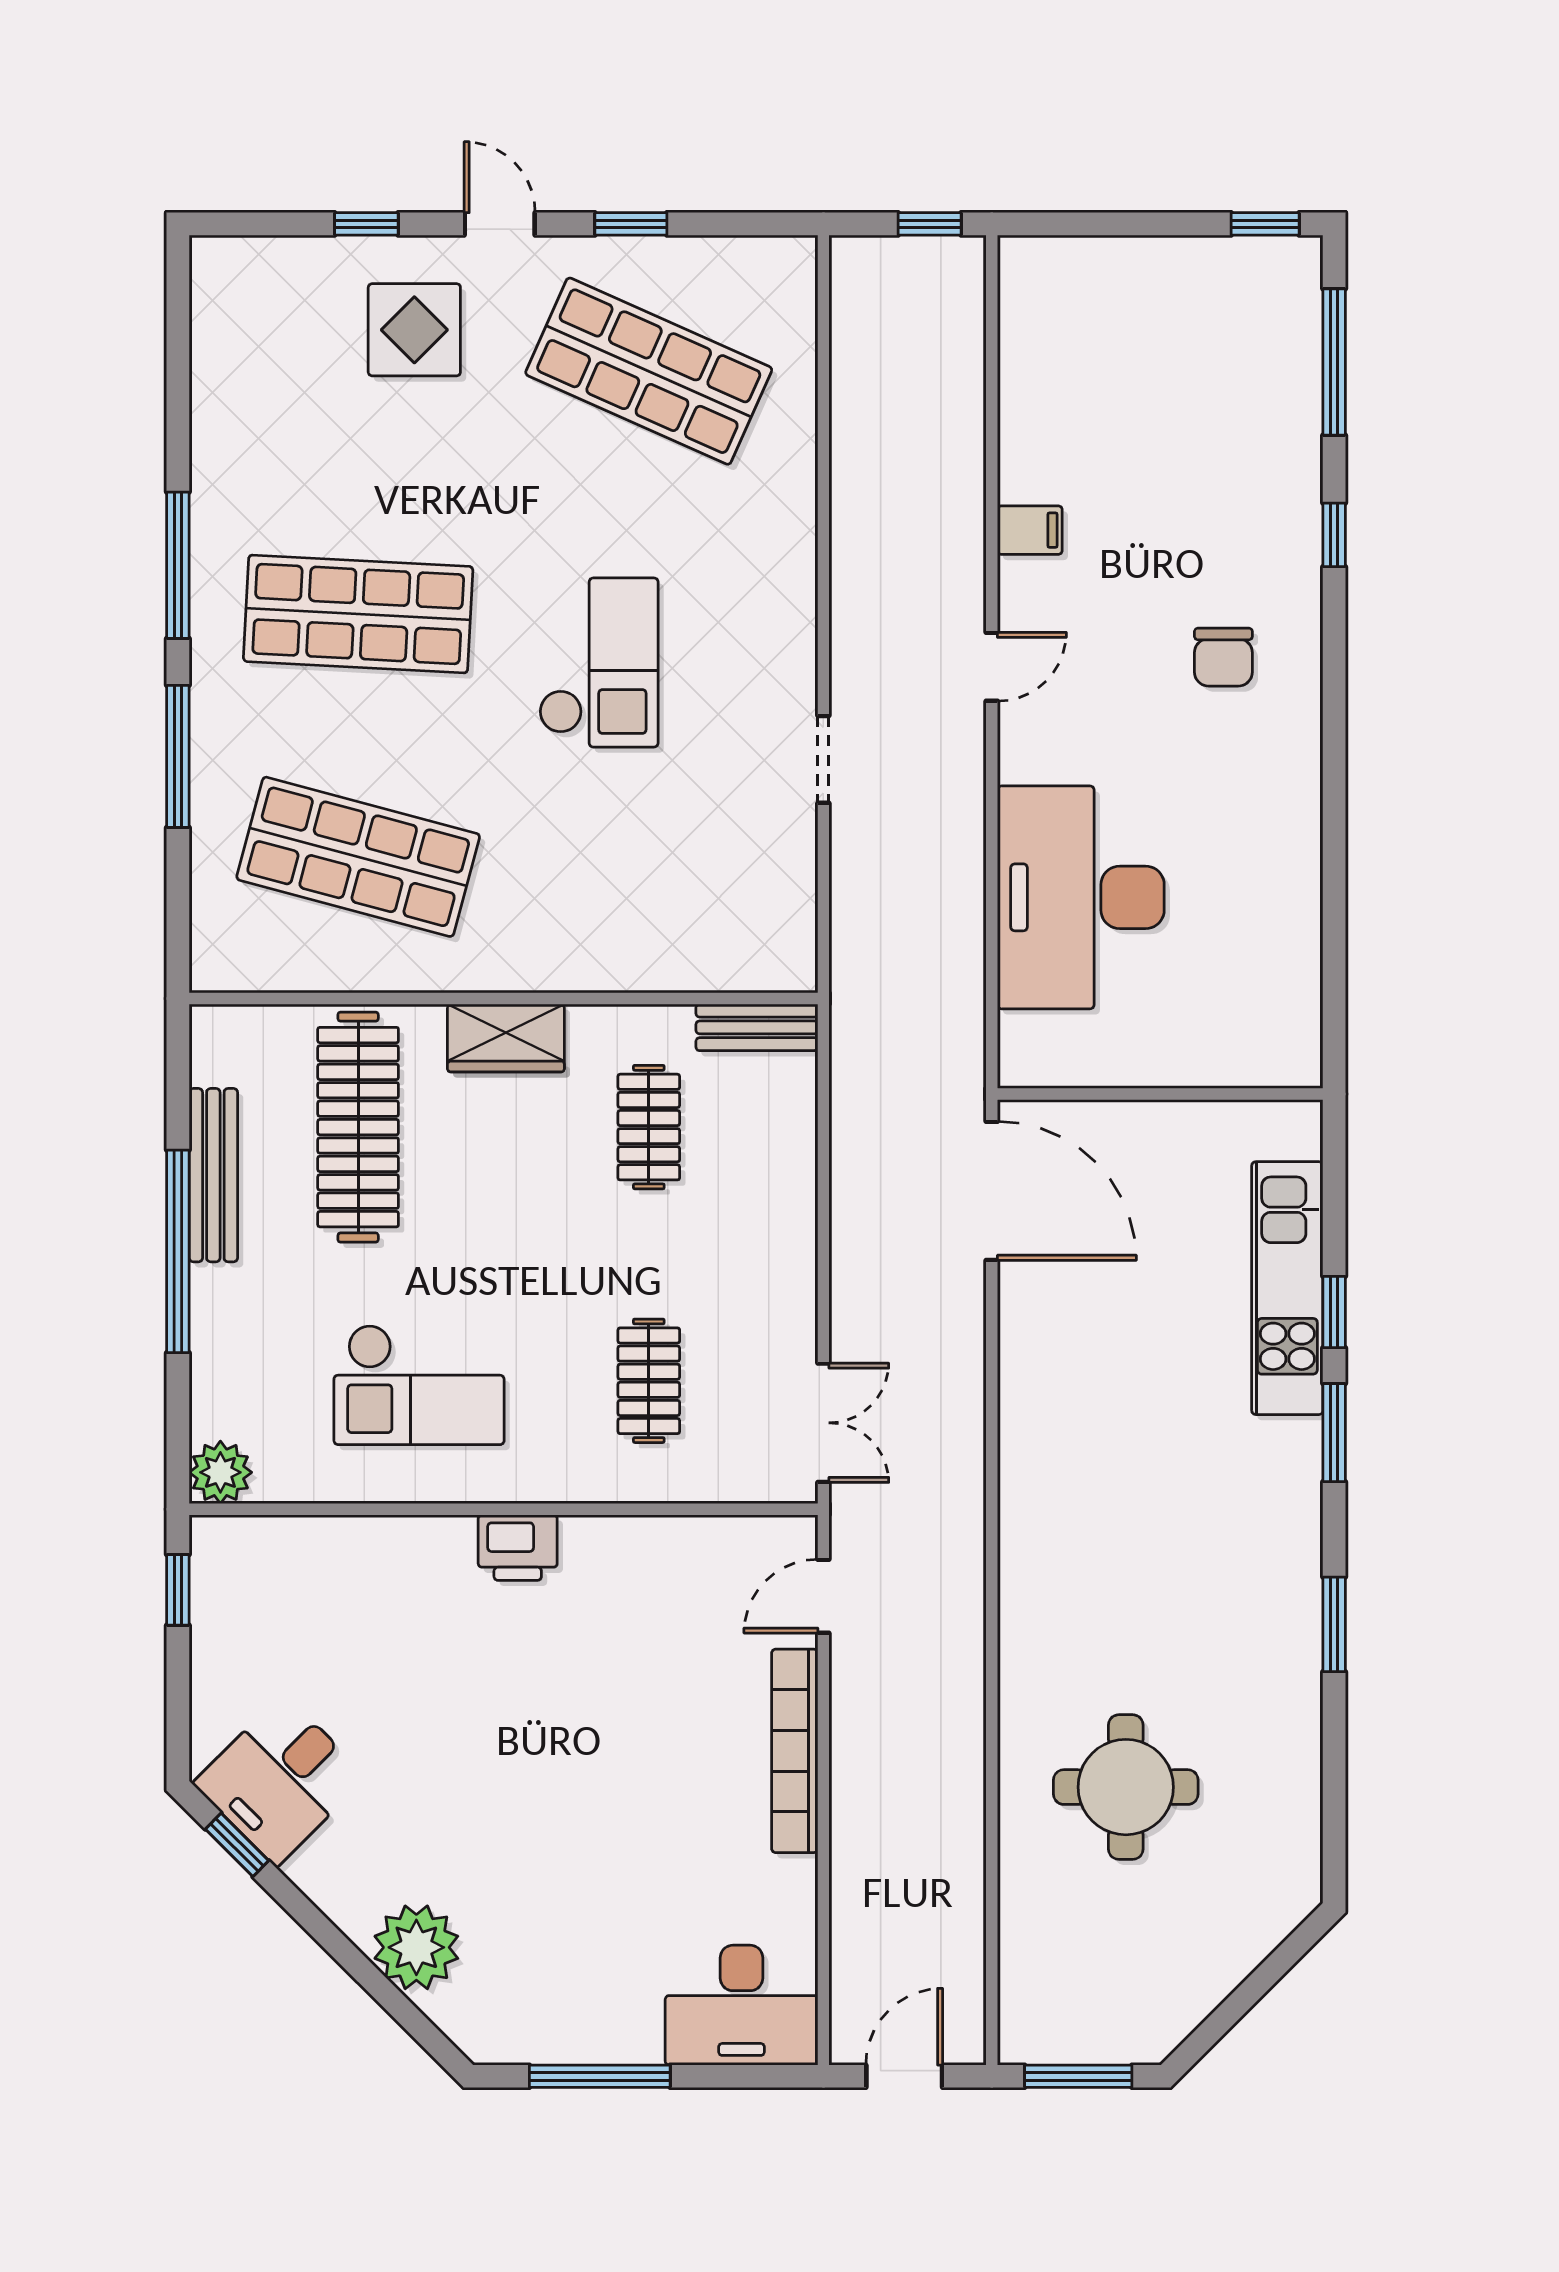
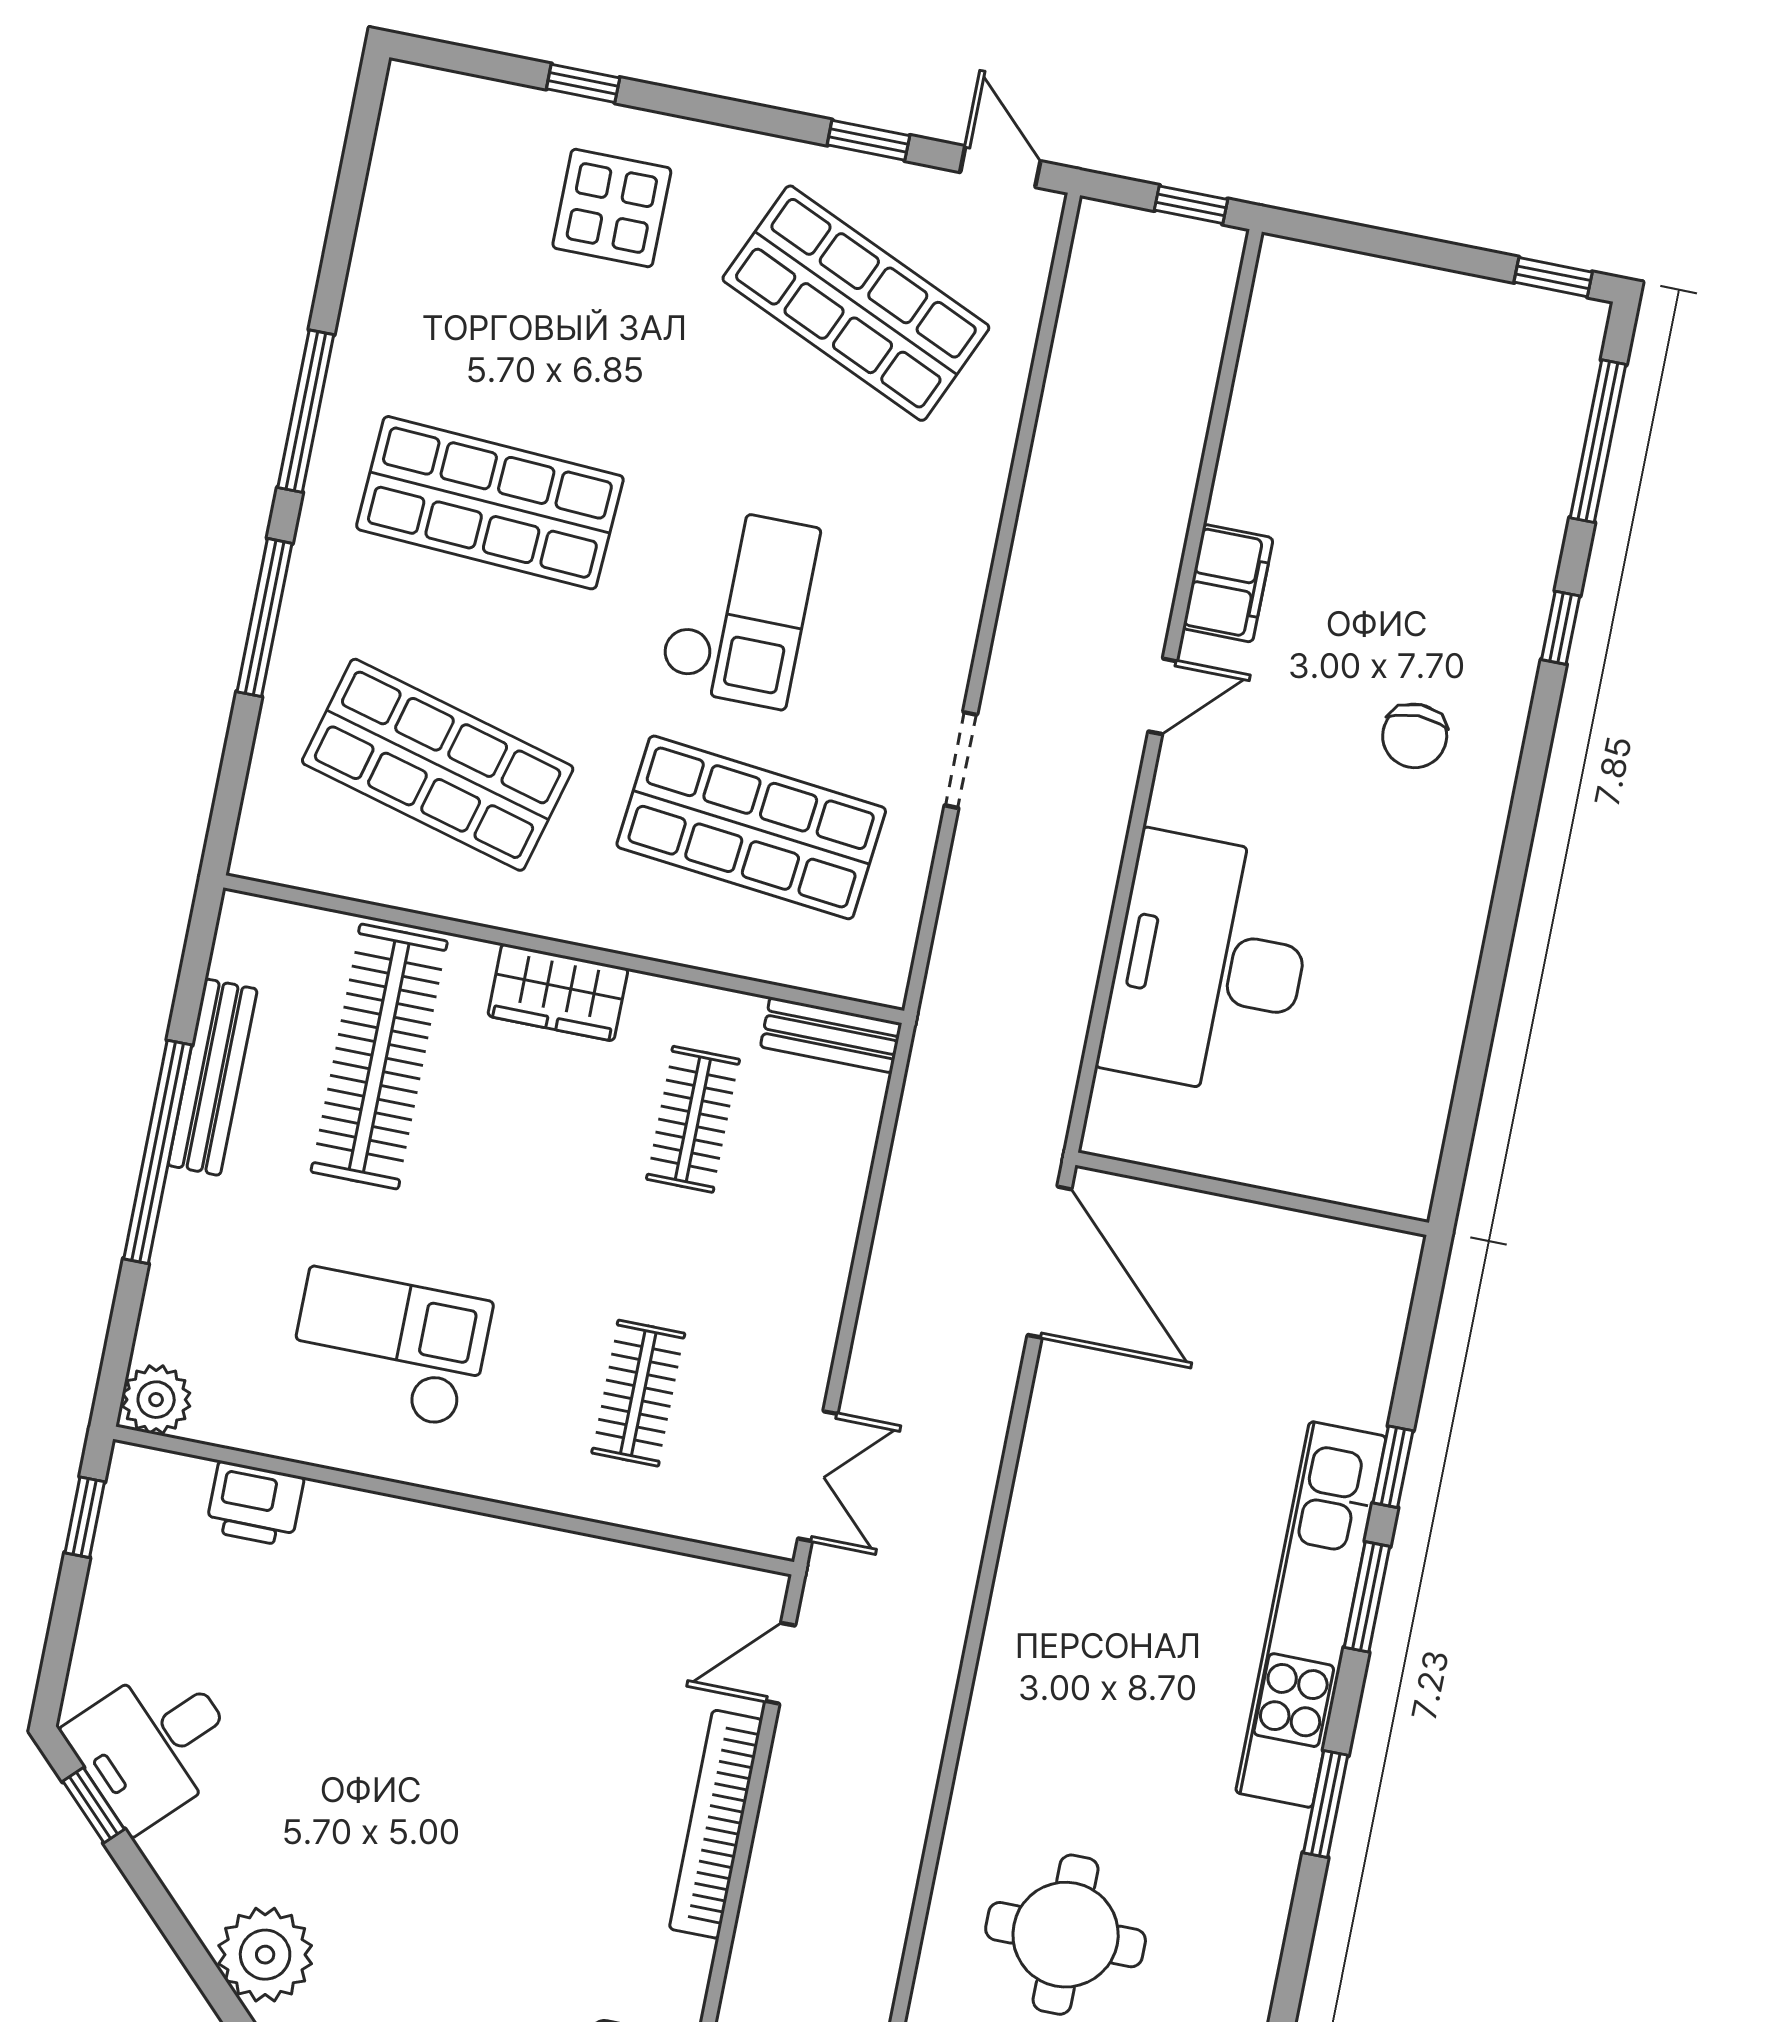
door: (500, 224) -> (1000, 167), moved
filing cabinet: (1030, 530) -> (1228, 583), width x2.00
shop shelf: (649, 857) -> (751, 827), added
kitchen unit: (1287, 1288) -> (1311, 1615), moved, width x1.36
checkout: (419, 1385) -> (389, 1348), turned 180
printer: (518, 1548) -> (255, 1504), moved

